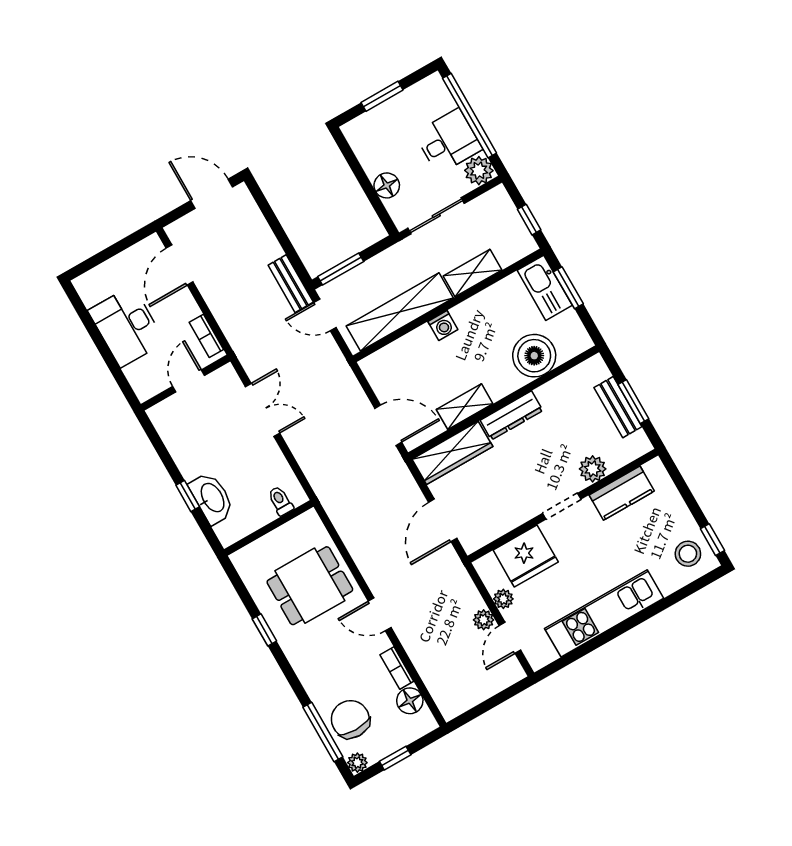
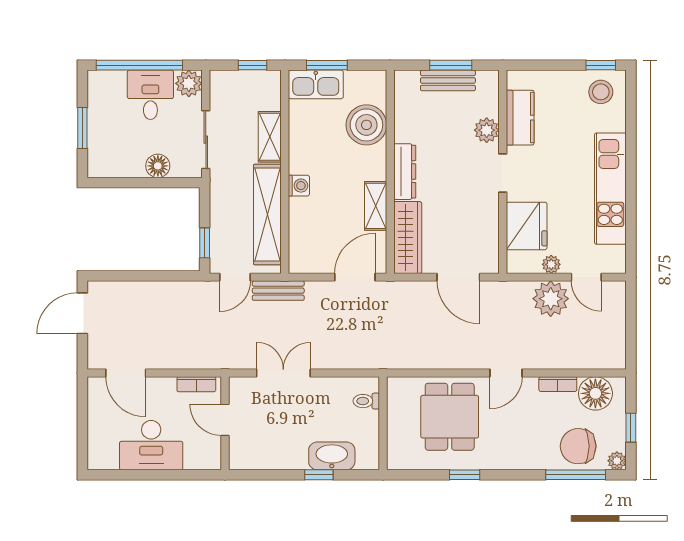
window: (341, 269) -> (205, 243), width x0.67
bench: (291, 284) -> (278, 291), moved
plant: (484, 620) -> (551, 299), width x1.87, depth x1.87
floor lamp: (410, 701) -> (595, 393), width x1.38, depth x1.38

